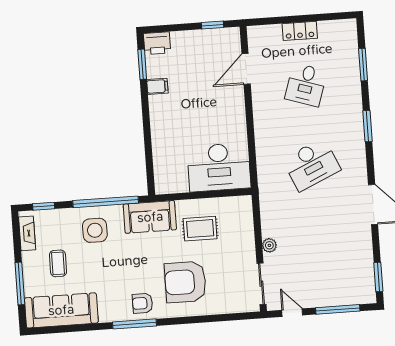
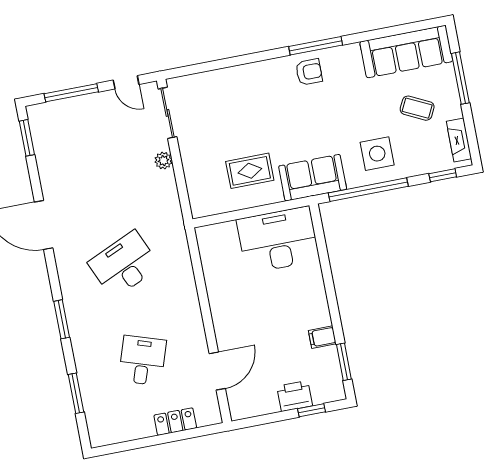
window: (213, 25) -> (312, 410), moved
locker: (300, 31) -> (175, 422), moved
printer: (157, 43) -> (295, 396), moved
desk: (219, 167) -> (278, 240), moved
coffee table: (58, 263) -> (417, 108), turned -64
armchair: (185, 282) -> (260, 104), removed

